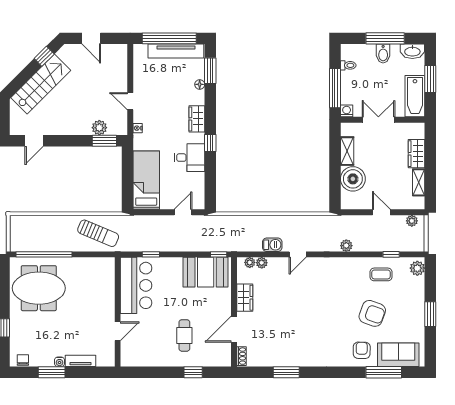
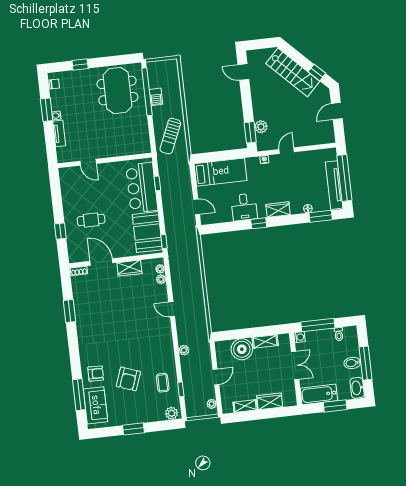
barbecue: (272, 245) -> (156, 97), moved
bar counter: (136, 285) -> (142, 188), moved, turned 90

